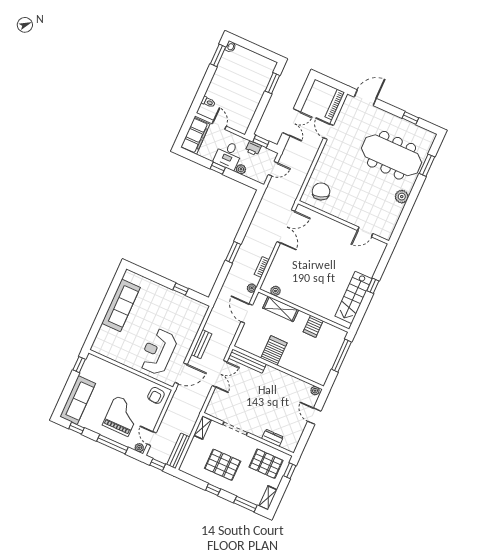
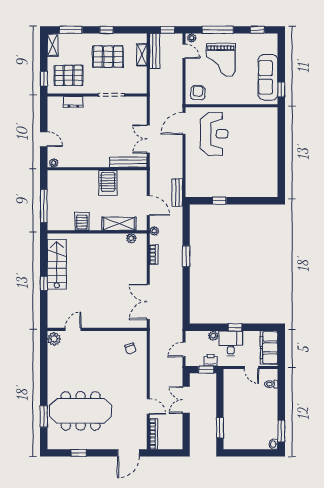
chair: (321, 191) -> (130, 348), width x0.54, depth x0.54
plant: (402, 197) -> (54, 339), moved
sofa: (121, 305) -> (267, 161), removed
bench: (201, 344) -> (177, 192), moved
sofa: (78, 400) -> (268, 77), moved
shelving: (203, 428) -> (142, 55), moved

